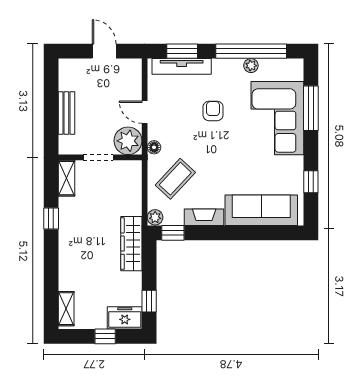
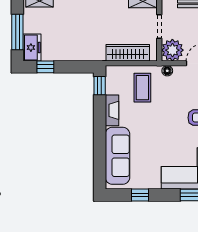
coffee table: (175, 179) -> (142, 88), turned 47
plant: (155, 217) -> (112, 72), removed
wardrobe: (131, 244) -> (128, 53), moved
window: (105, 336) -> (17, 32), width x2.17

